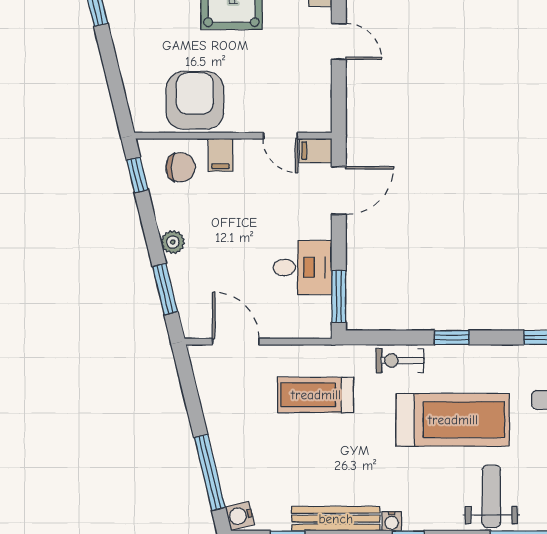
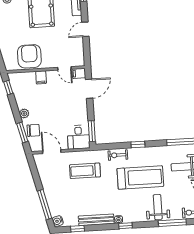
door: (339, 41) -> (85, 29), swing flipped
chair: (180, 167) -> (33, 130), moved
desk: (303, 268) -> (78, 137), moved, turned 90

